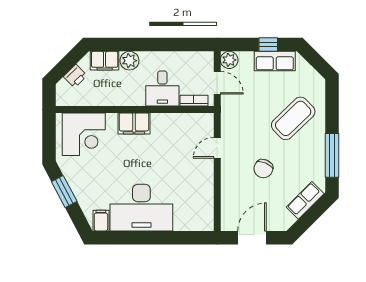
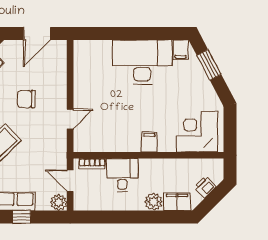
filing cabinet: (134, 123) -> (149, 142), width x0.50
chair: (263, 169) -> (26, 99), turned -113
window: (64, 192) -> (209, 65), moved

